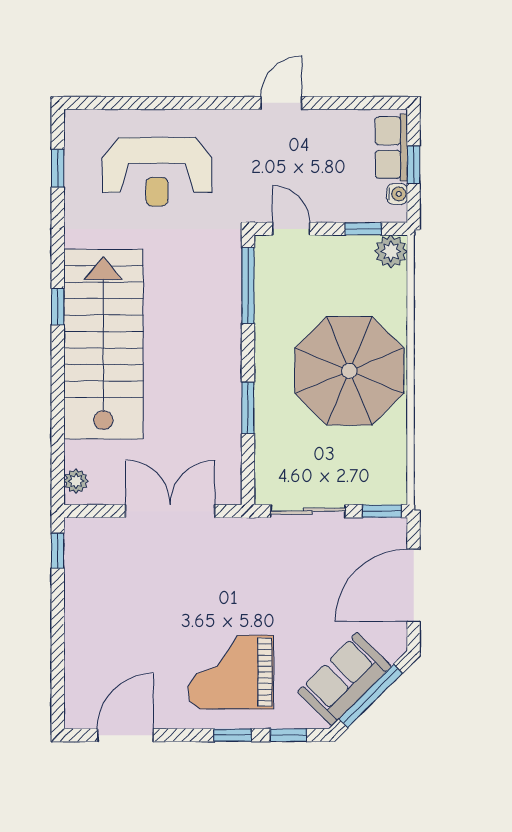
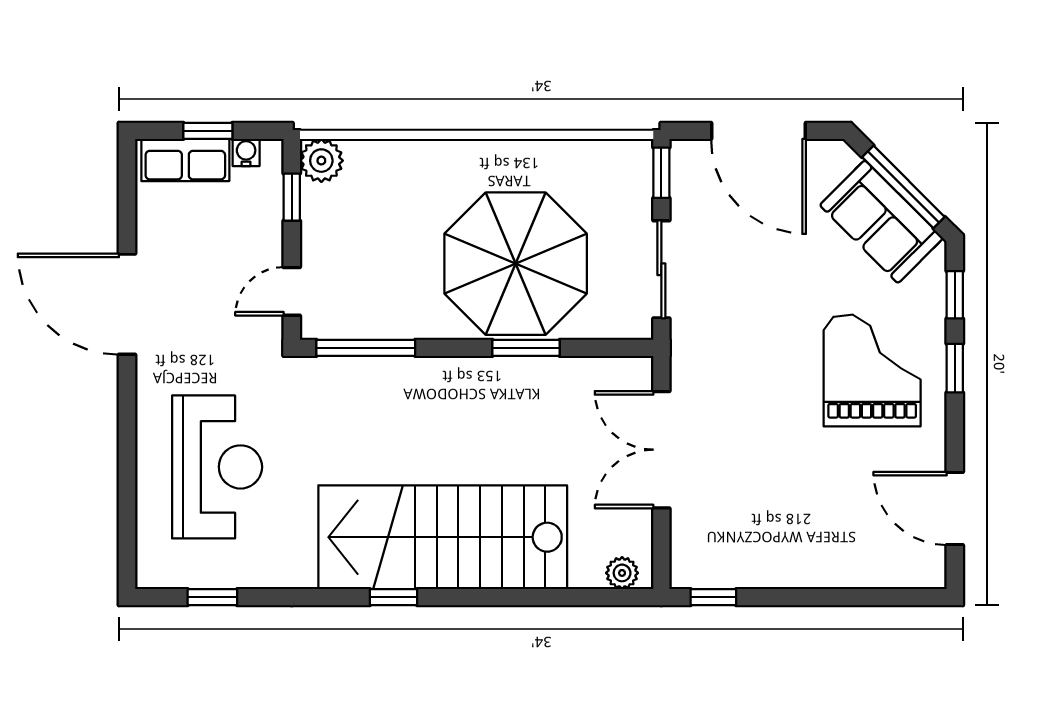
door: (281, 103) -> (127, 304), width x1.88
parasol: (349, 371) -> (516, 264), moved
grand piano: (231, 672) -> (872, 370), turned 180

